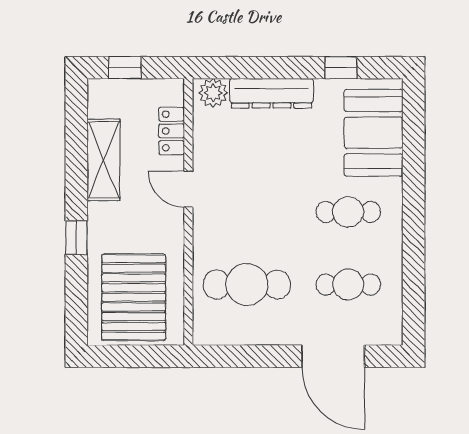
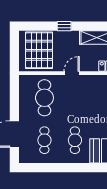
door: (188, 189) -> (72, 73), moved
pallet: (134, 297) -> (39, 50), turned 90

